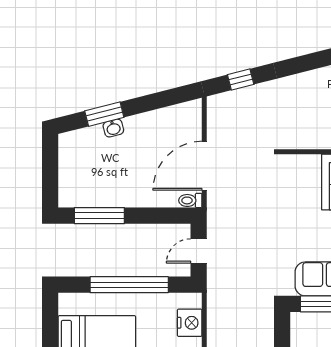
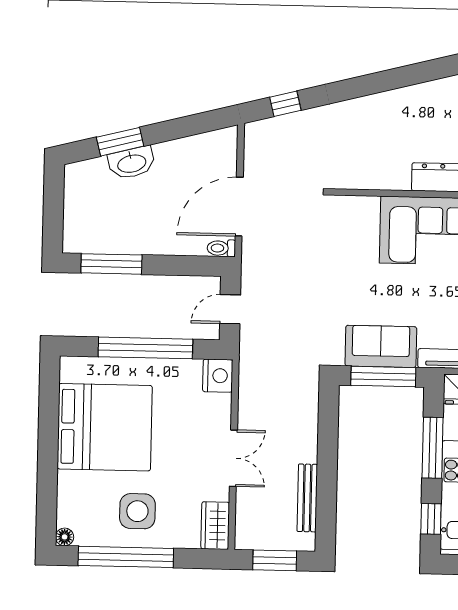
washbasin: (113, 128) -> (132, 163), width x1.91, depth x1.45
nightstand: (190, 323) -> (218, 376), moved

